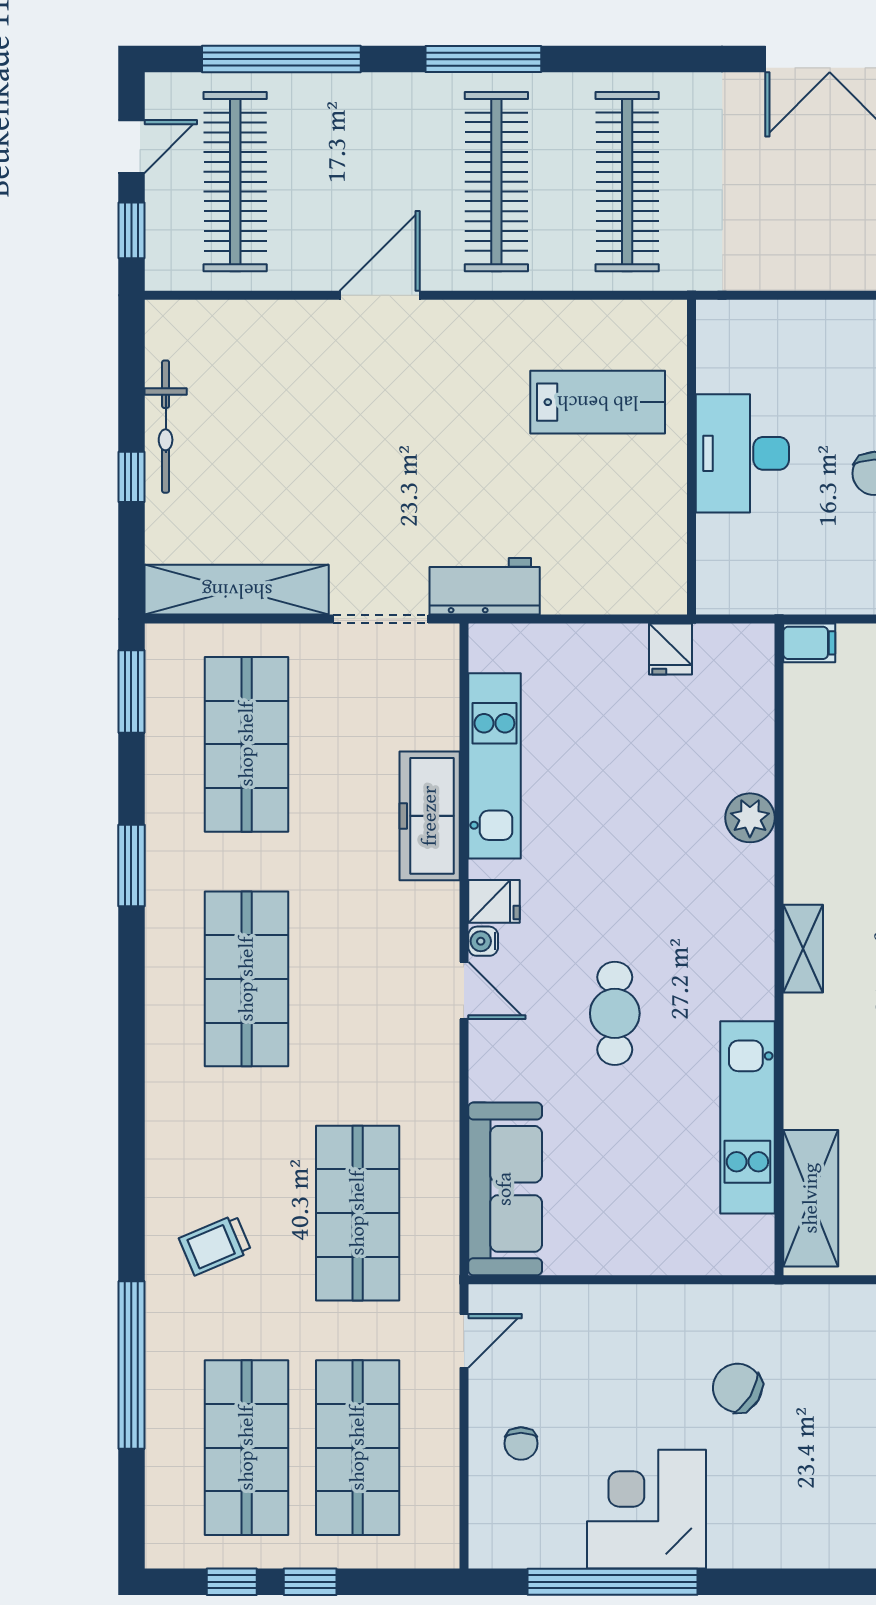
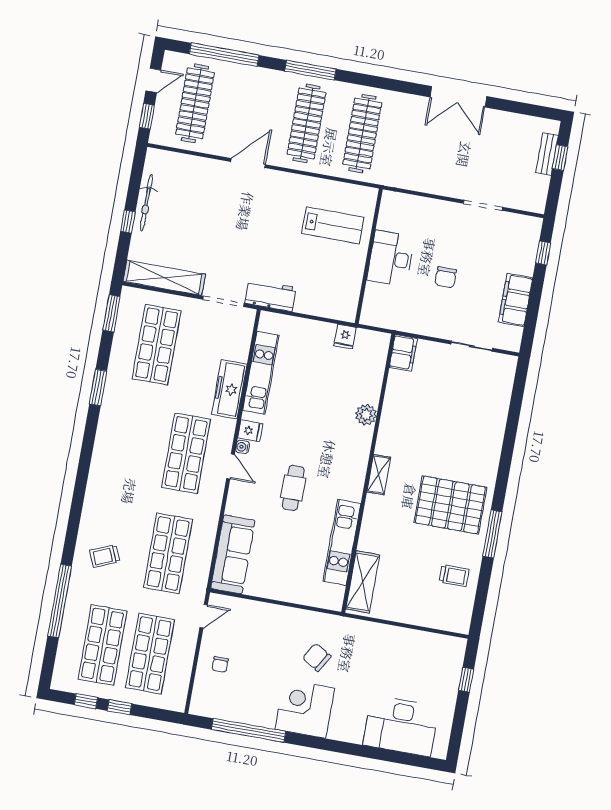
filing cabinet: (809, 643) -> (403, 353), width x2.00
shop shelf: (247, 979) -> (186, 453), moved
corner desk: (647, 1509) -> (305, 709), moved

